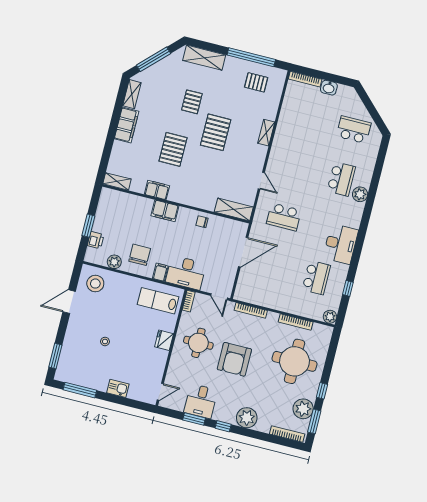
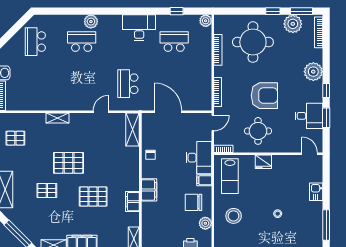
pallet: (256, 82) -> (15, 138), turned 90
school desk: (284, 217) -> (128, 84), turned 180
stool: (95, 284) -> (234, 216), moved

